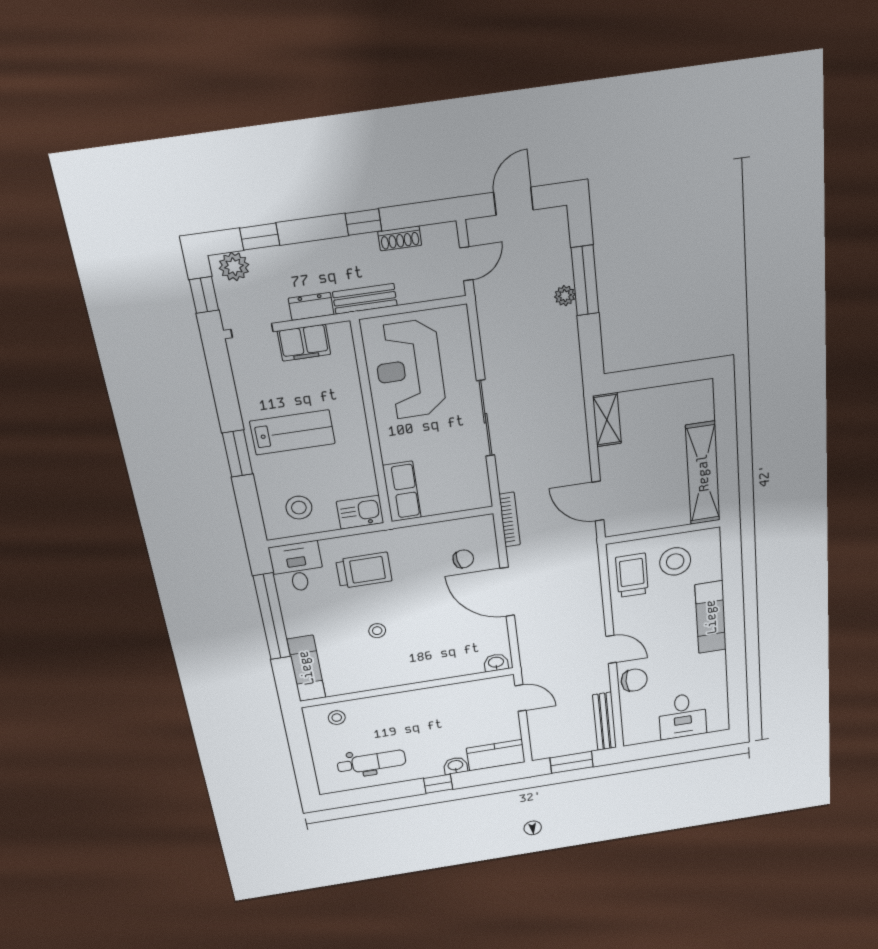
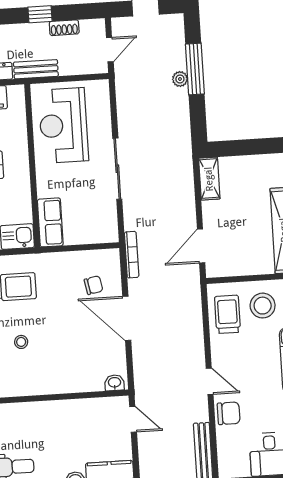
door: (598, 501) -> (201, 246), hinge flipped

